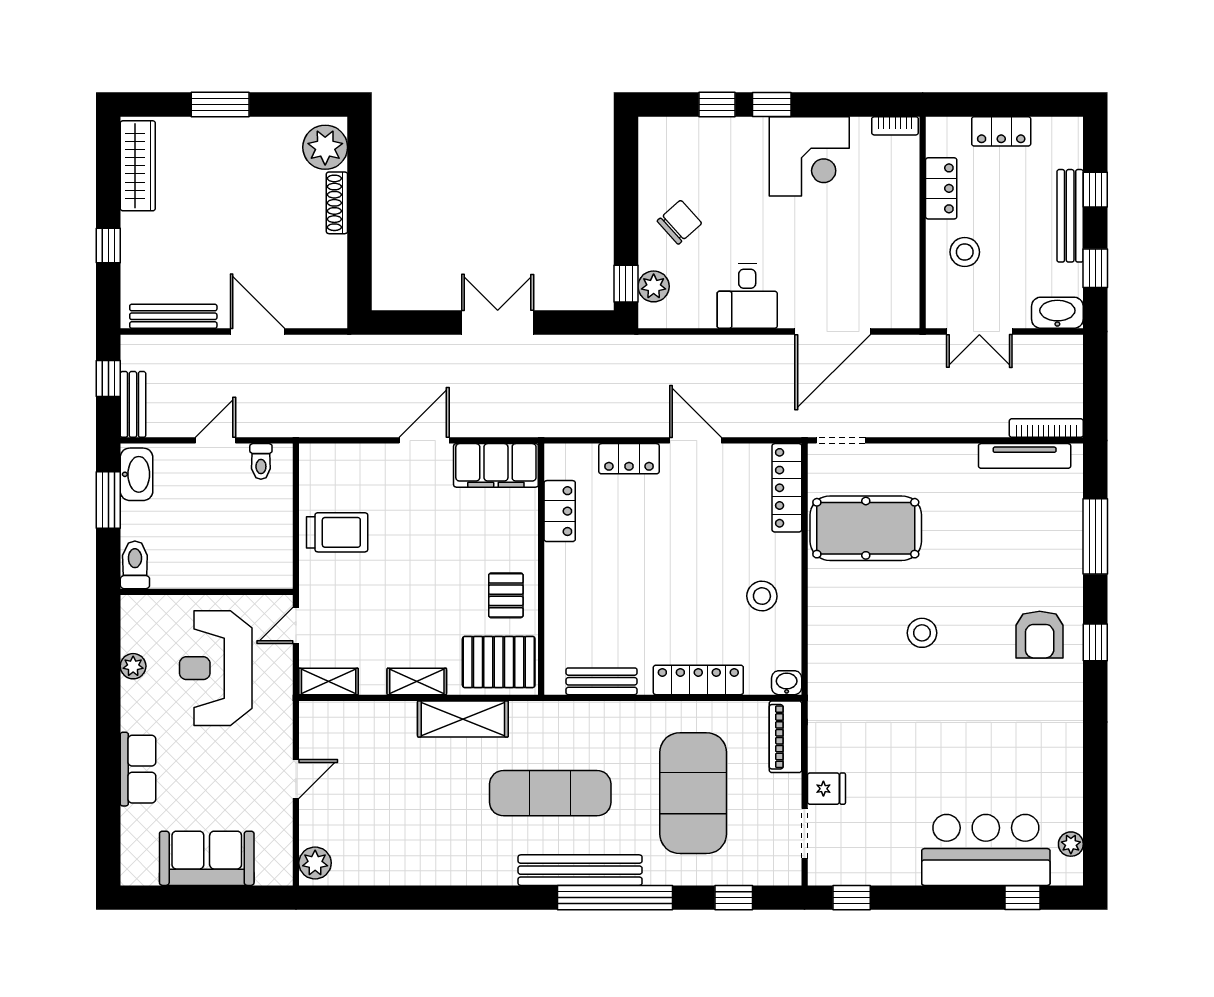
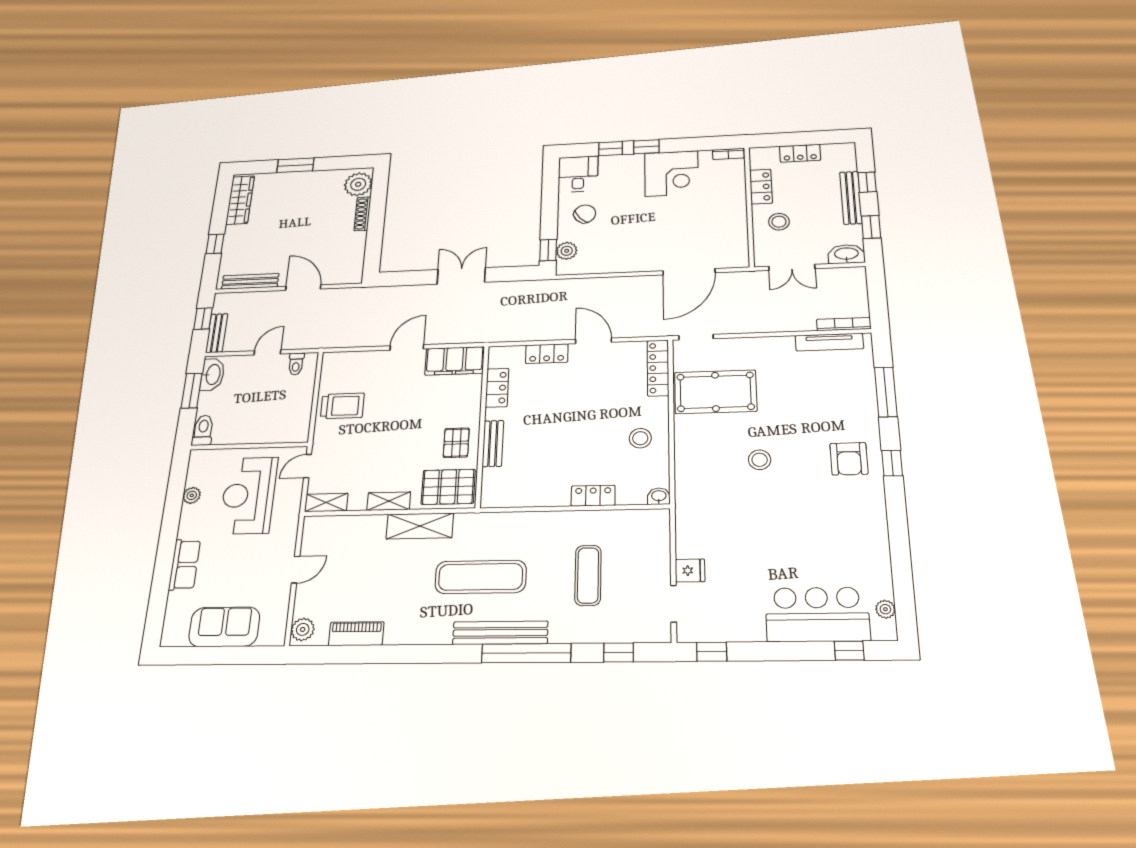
desk: (747, 296) -> (578, 174), moved, turned 180
locker: (698, 680) -> (593, 496), width x0.66
bench: (602, 681) -> (493, 444), moved, turned 90
piano: (785, 737) -> (356, 634), moved, turned 90
exercise mat: (693, 793) -> (588, 575), width x0.50, depth x0.69

